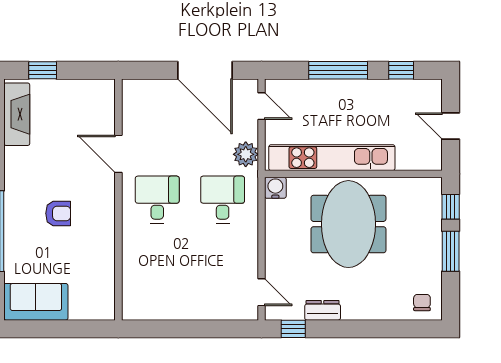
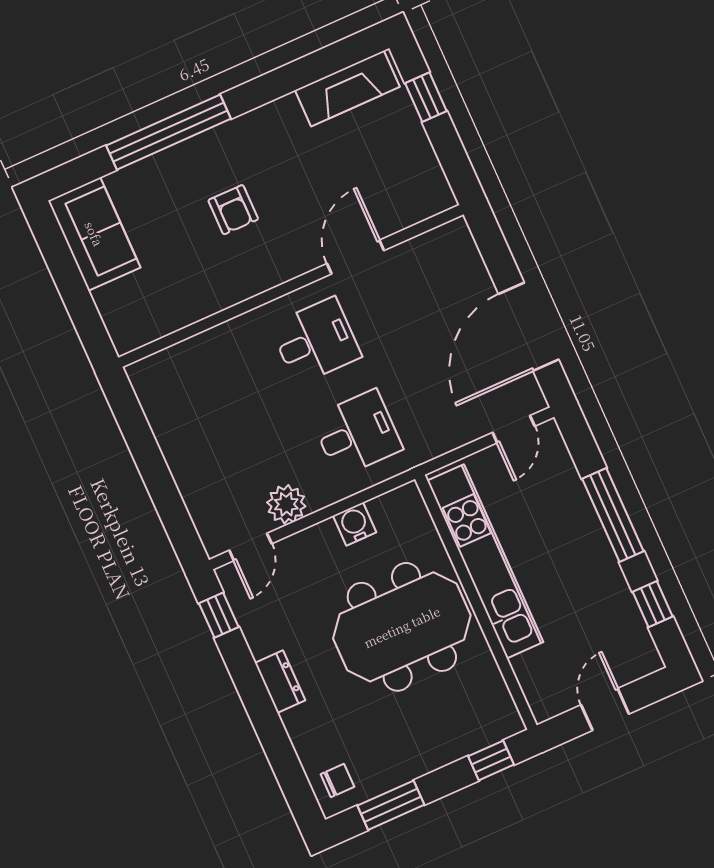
plant: (246, 154) -> (286, 504), moved
water cooler: (275, 188) -> (355, 524), moved, turned -90
window: (451, 251) -> (391, 805), moved
dresser: (323, 310) -> (280, 682), moved

